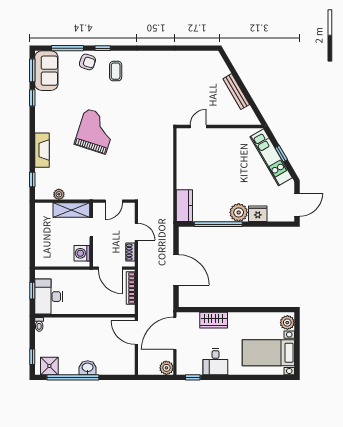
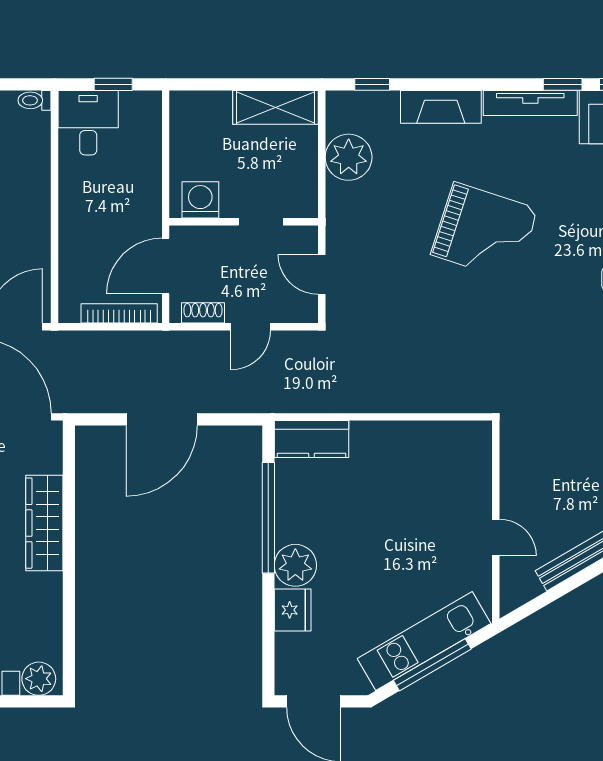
tv unit: (40, 112) -> (530, 103), added
door: (198, 126) -> (496, 537), moved
window: (281, 154) -> (432, 665), width x2.17
plant: (59, 194) -> (349, 157), width x1.88, depth x1.88
shelving: (71, 210) -> (276, 107), moved, turned 90
desk: (49, 297) -> (88, 123), width x0.73
wardrobe: (214, 320) -> (44, 523), width x1.50

